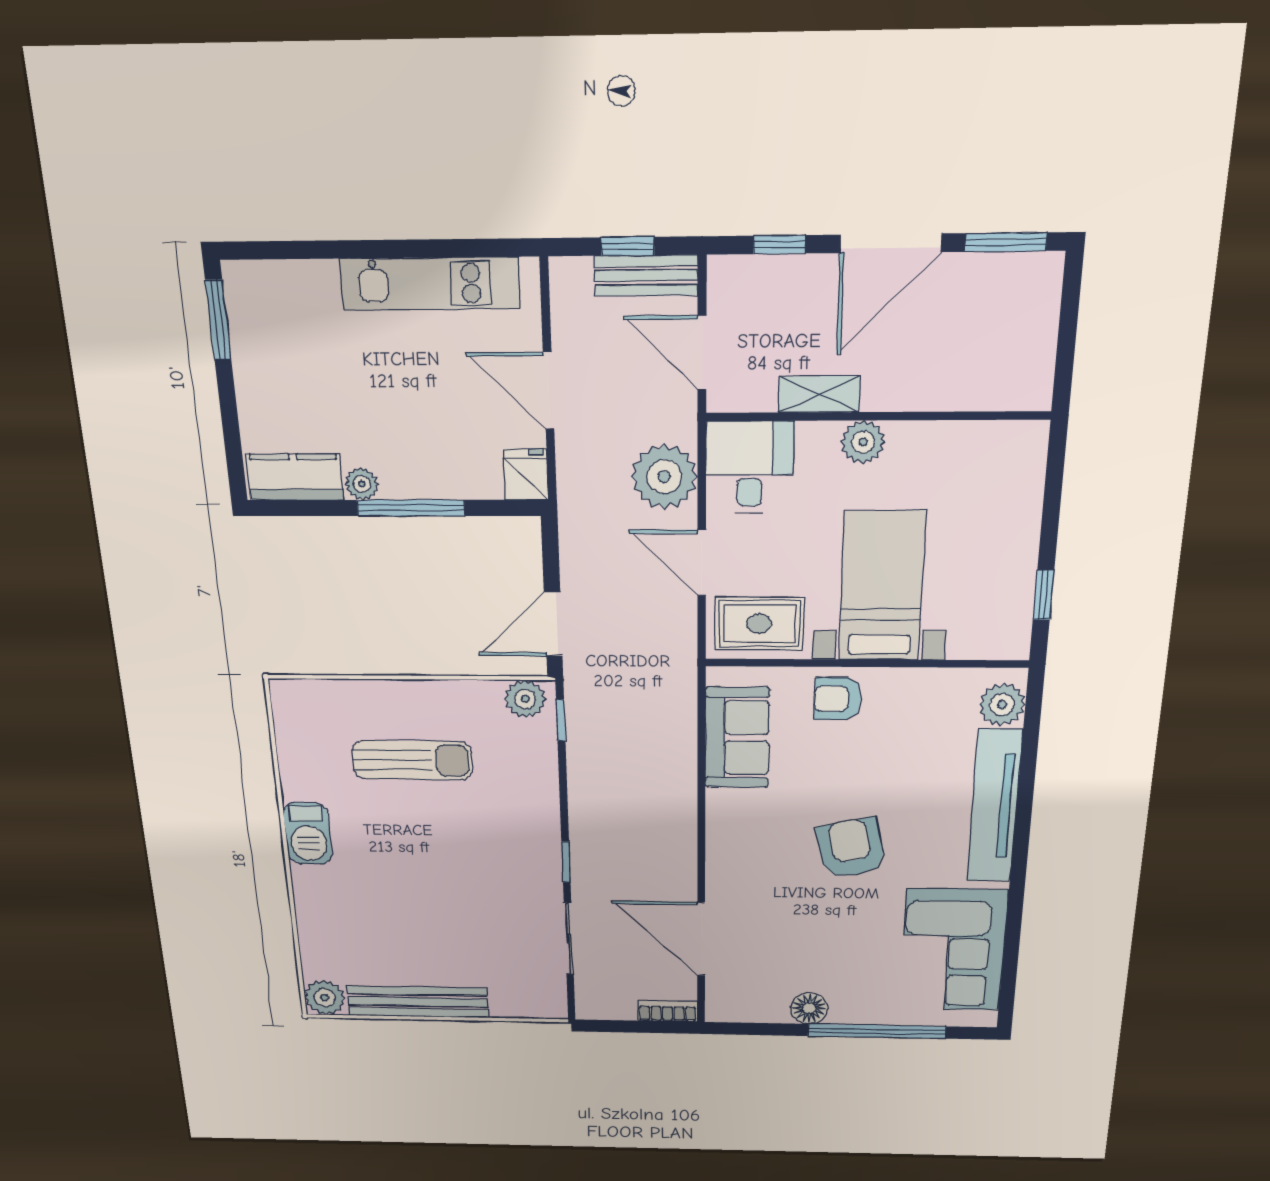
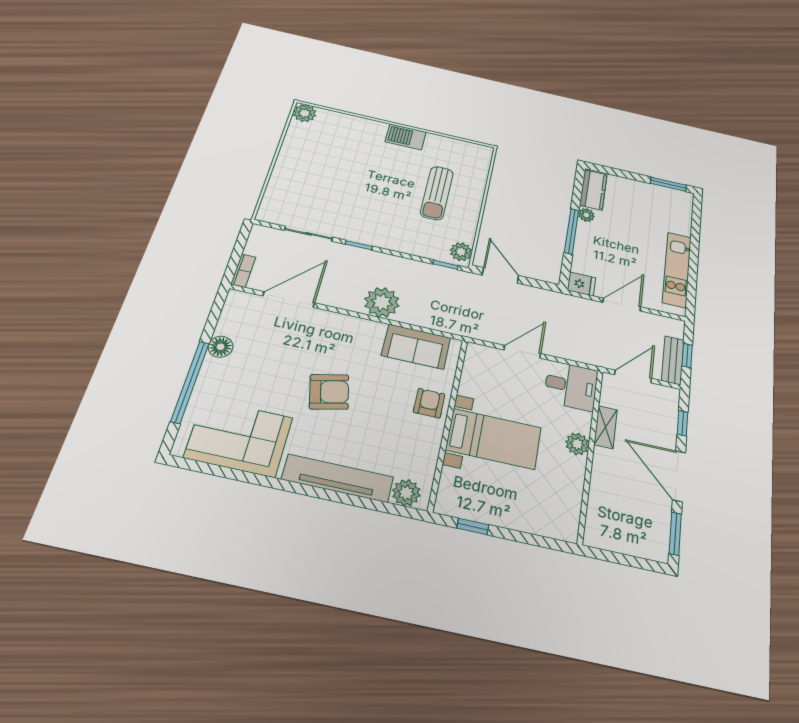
plant: (664, 477) -> (382, 302), moved
rug: (759, 624) -> (483, 372), removed
bench: (418, 1002) -> (289, 153), removed

